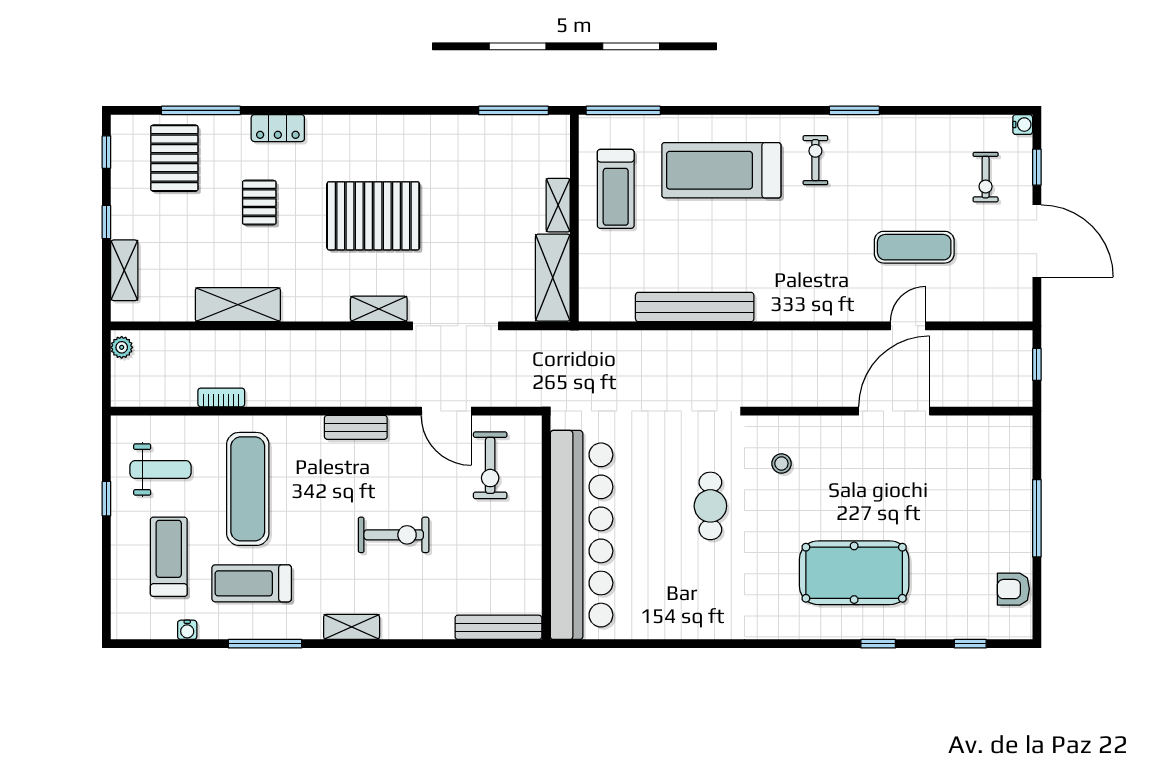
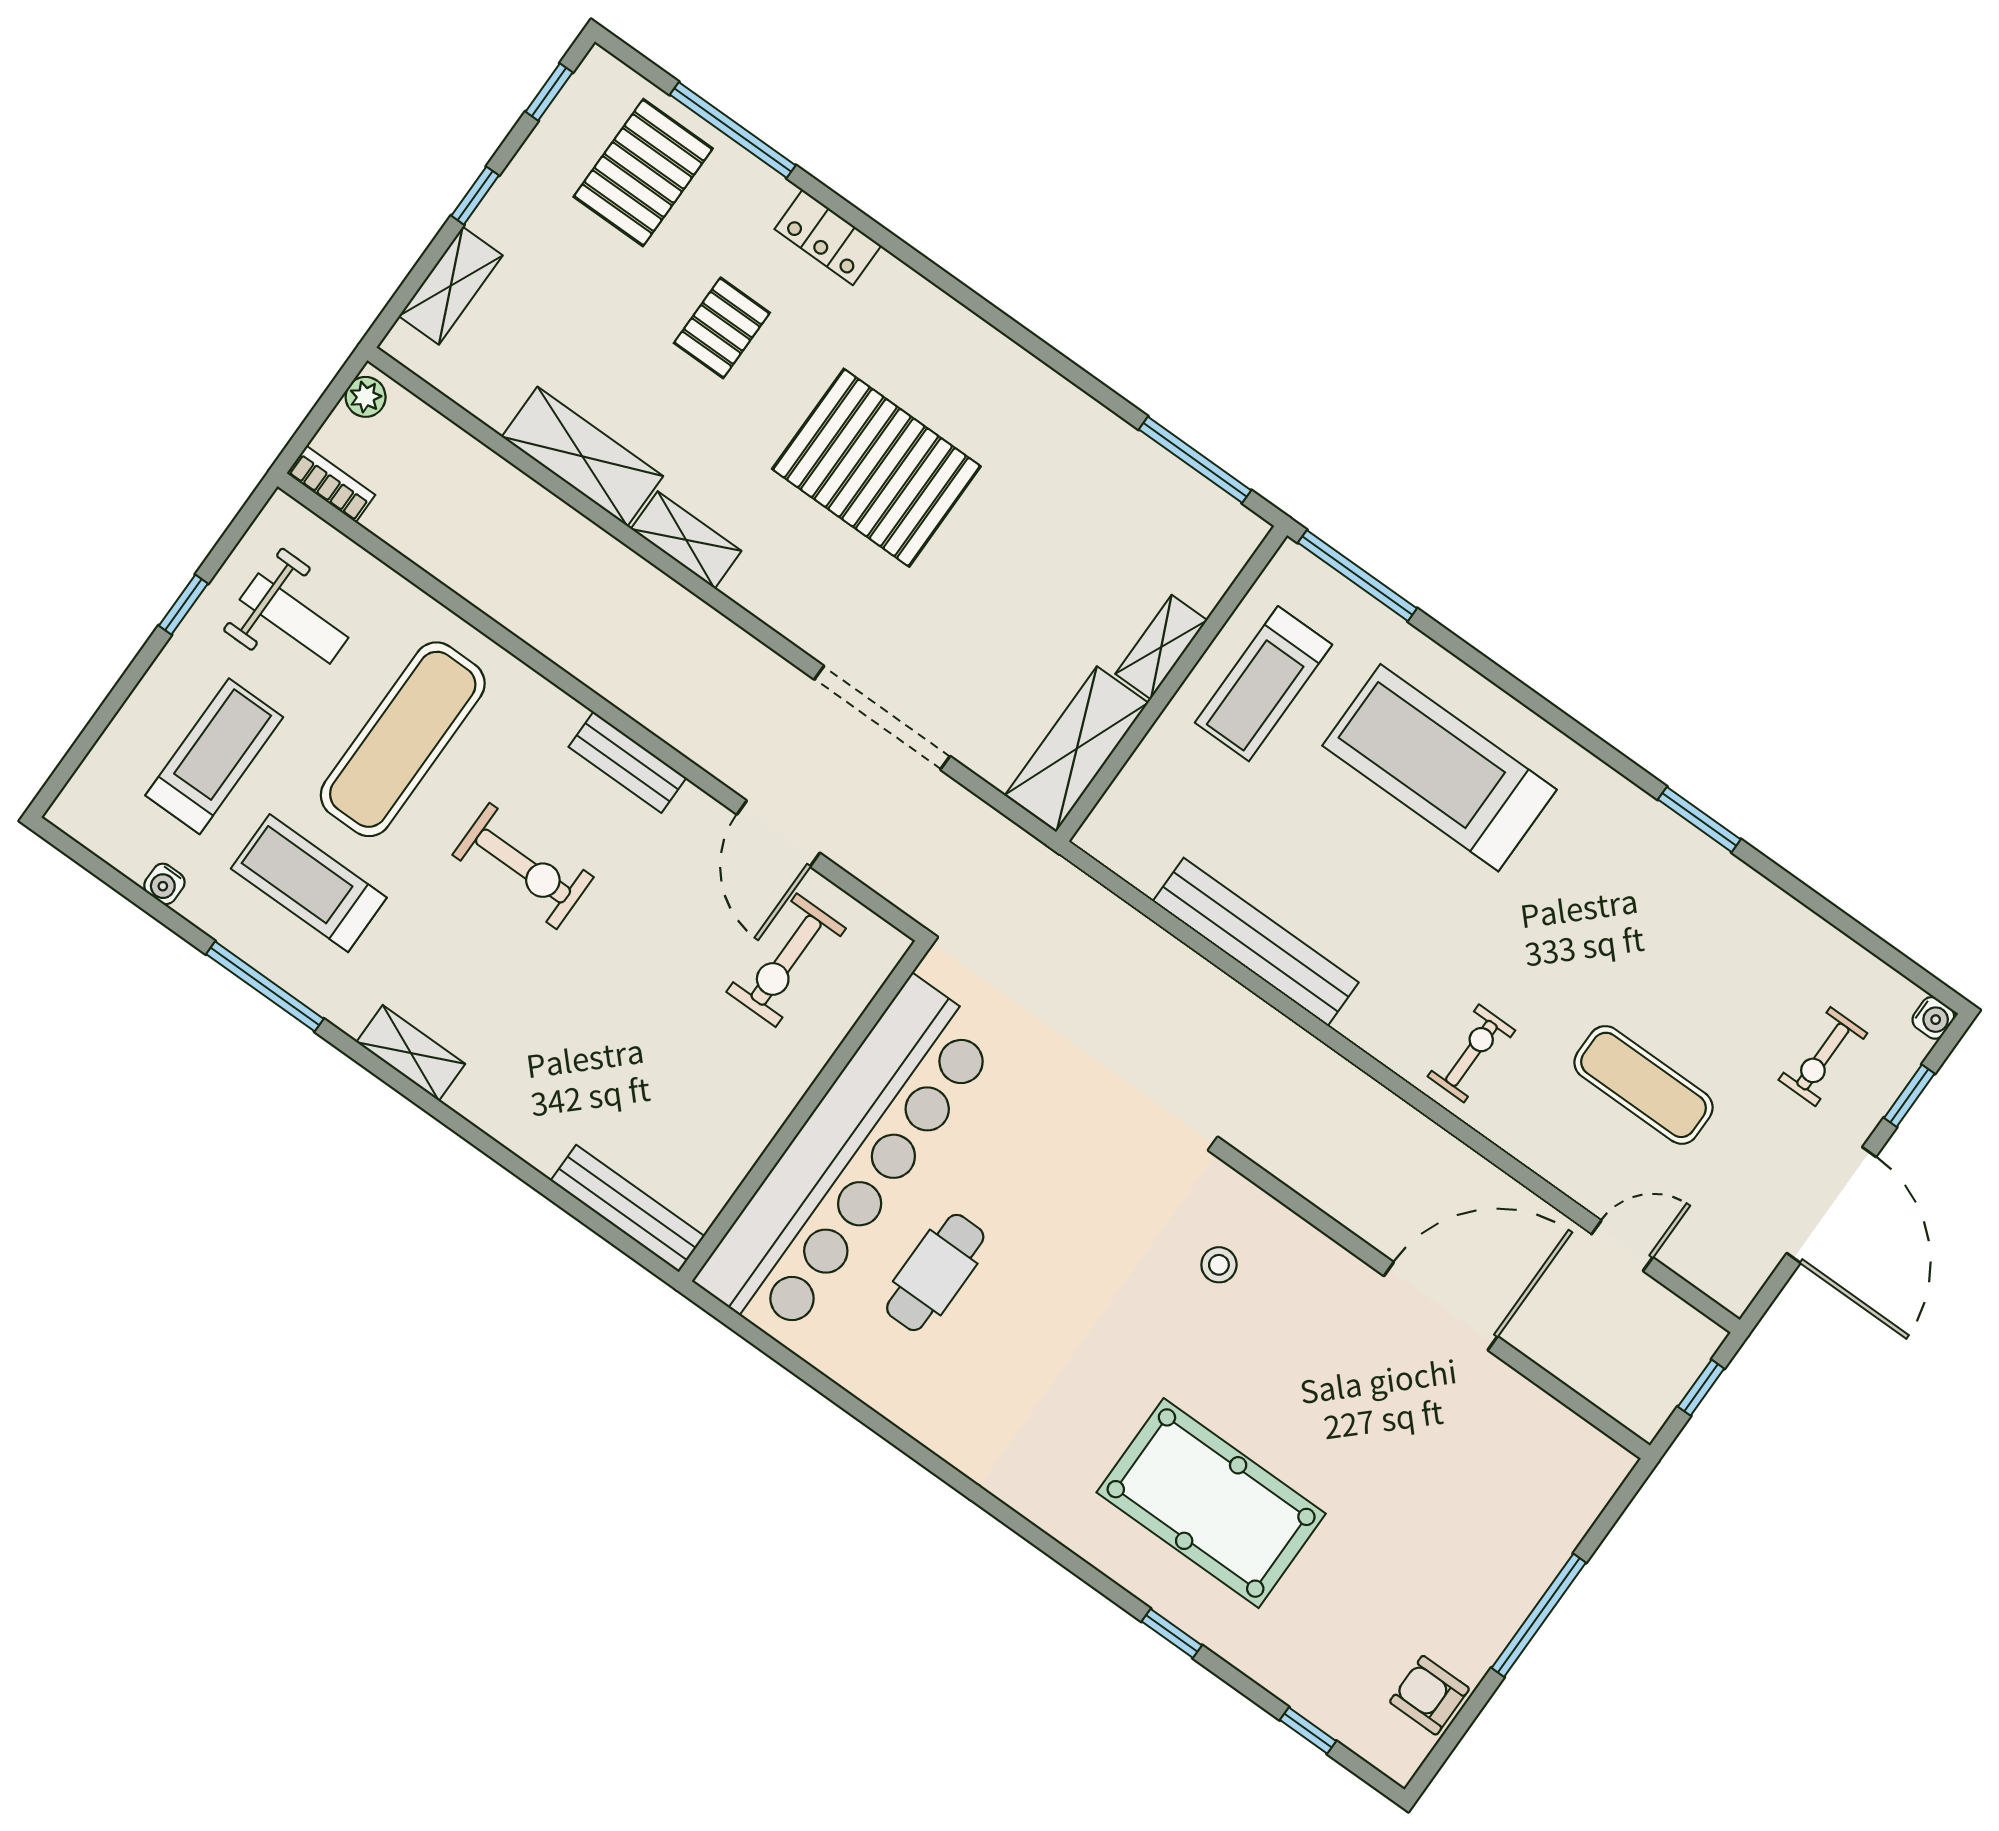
exercise bike: (815, 160) -> (1471, 1053), moved
shelving: (379, 309) -> (686, 540), moved
door: (908, 326) -> (1622, 1246), moved
bookcase: (221, 397) -> (331, 484), moved
cafe table: (710, 506) -> (935, 1272), moved
exercise bike: (394, 535) -> (523, 866), moved

